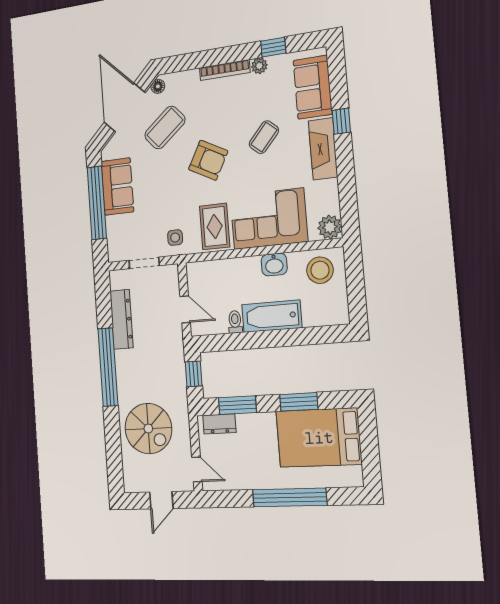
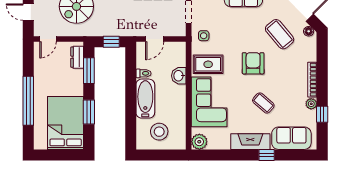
armchair: (208, 160) -> (253, 63), turned 152
washbasin: (274, 265) -> (179, 76), moved
stool: (320, 270) -> (159, 132), moved

